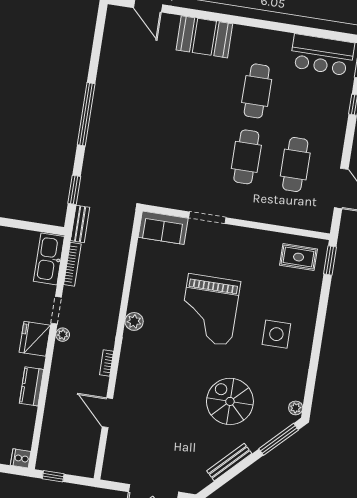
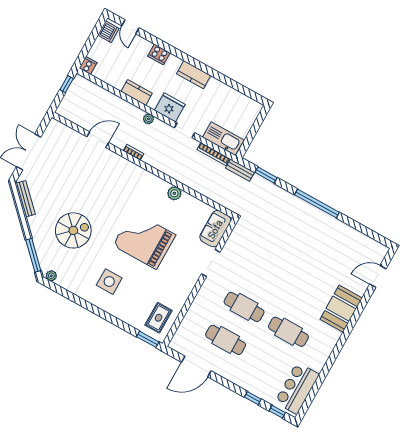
plant: (134, 321) -> (174, 193), moved
plant: (63, 335) -> (148, 119), moved
bench: (229, 462) -> (26, 199), moved

